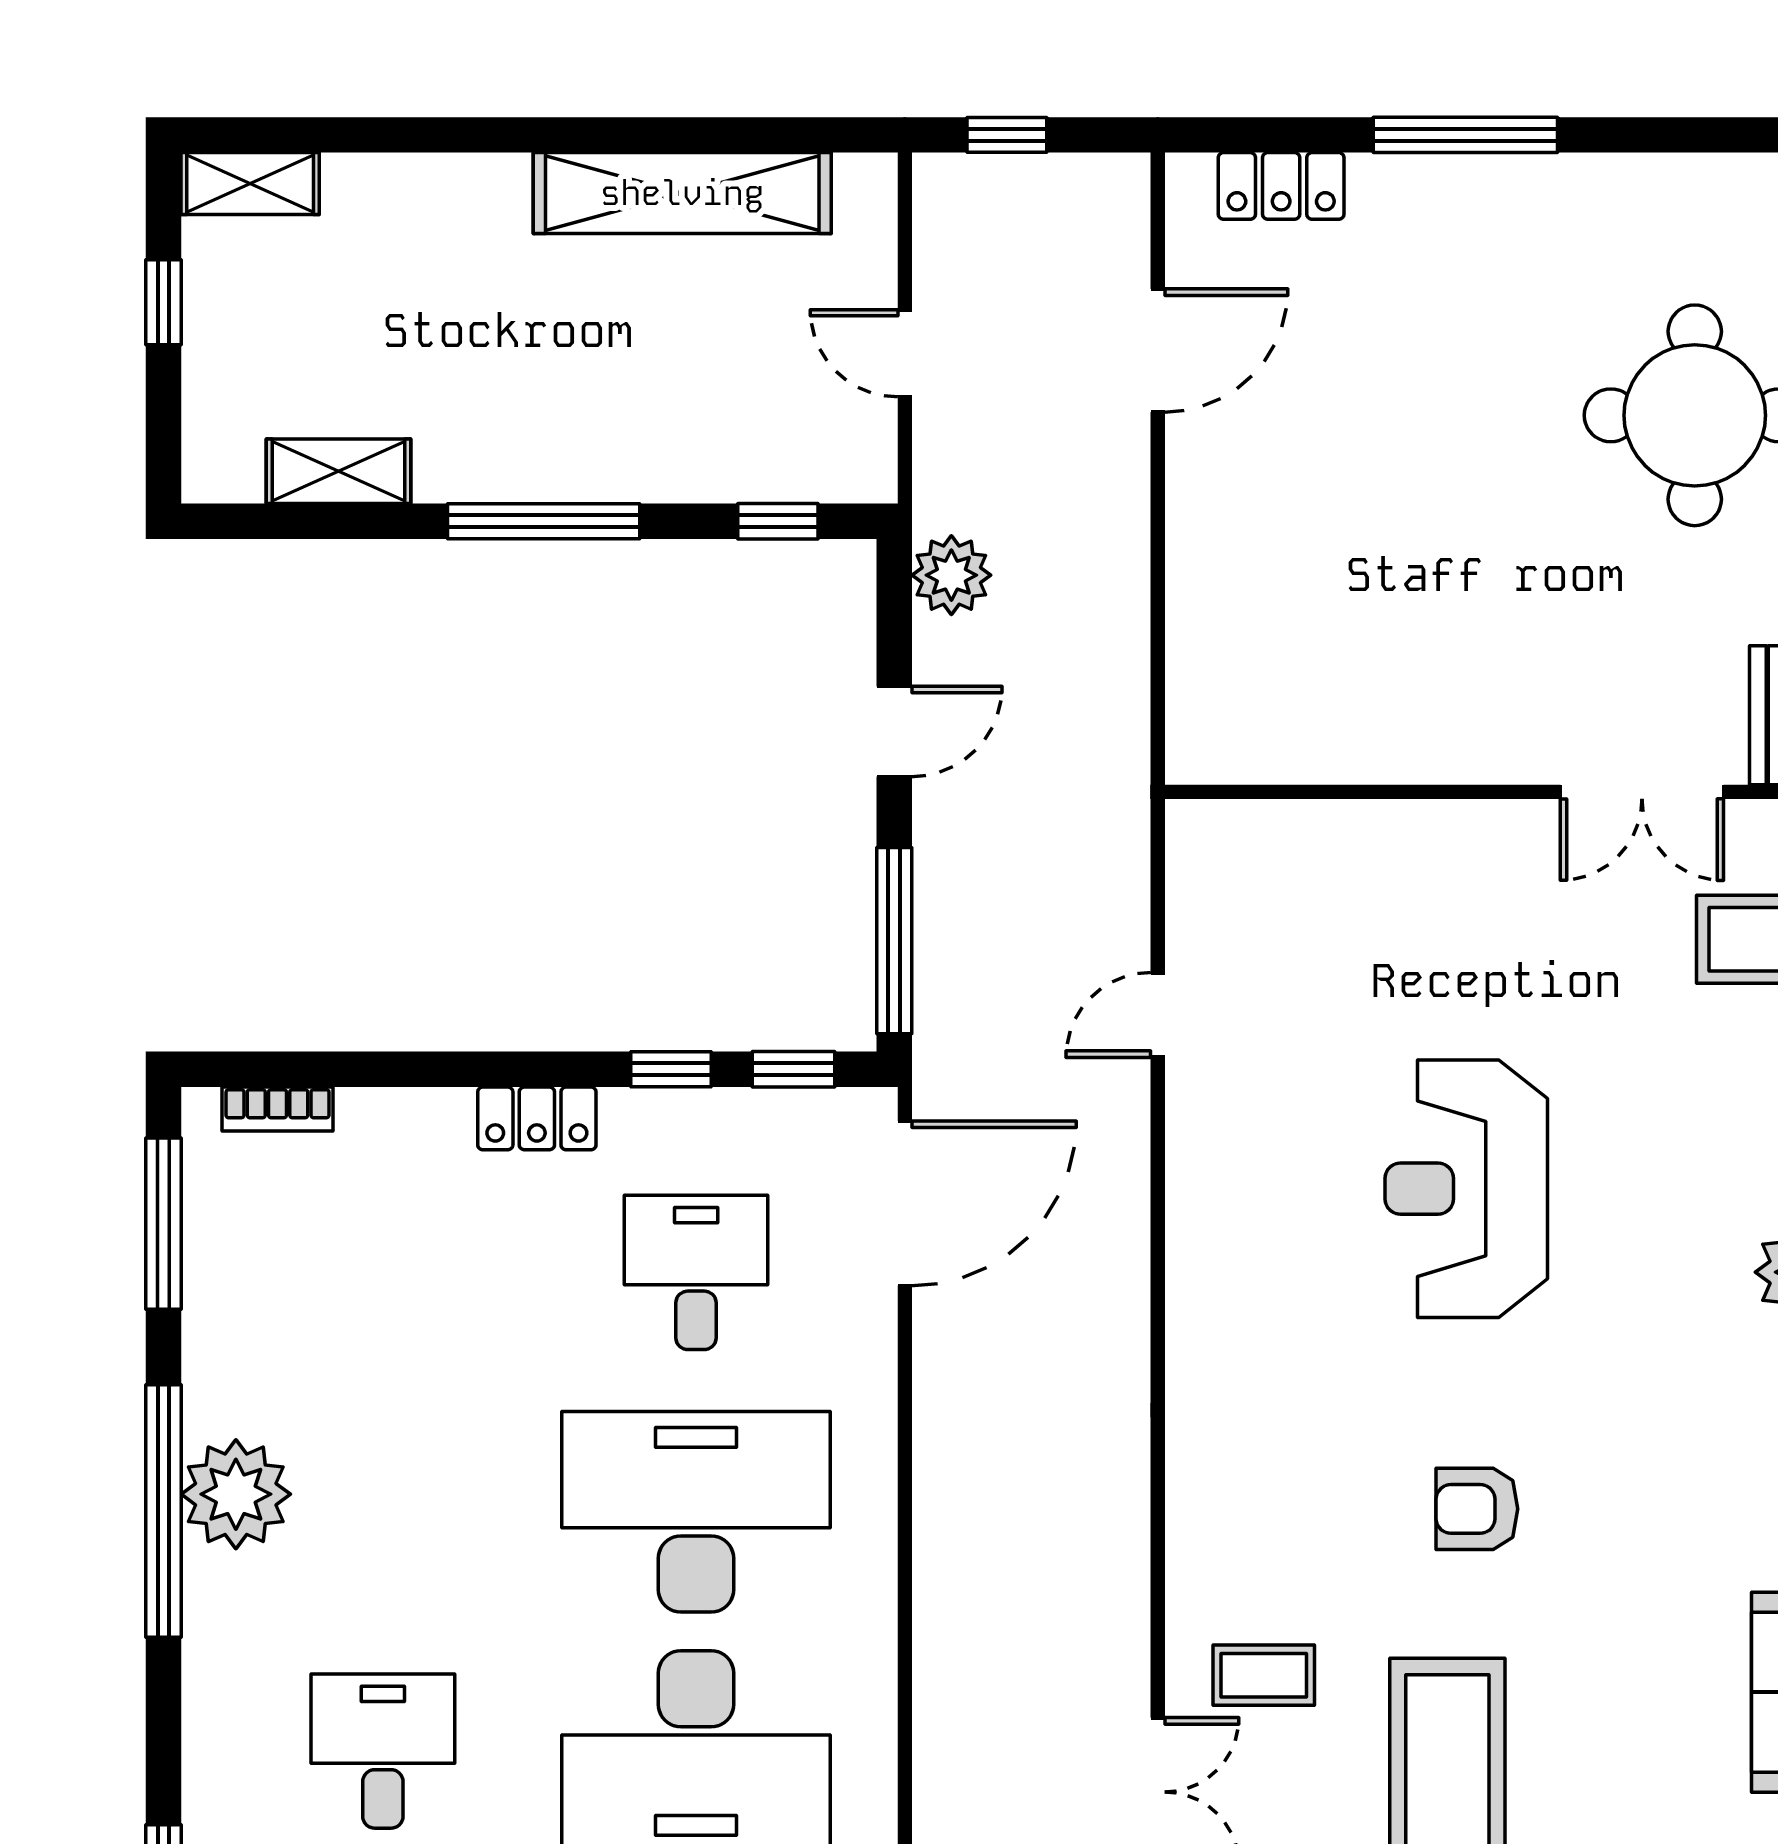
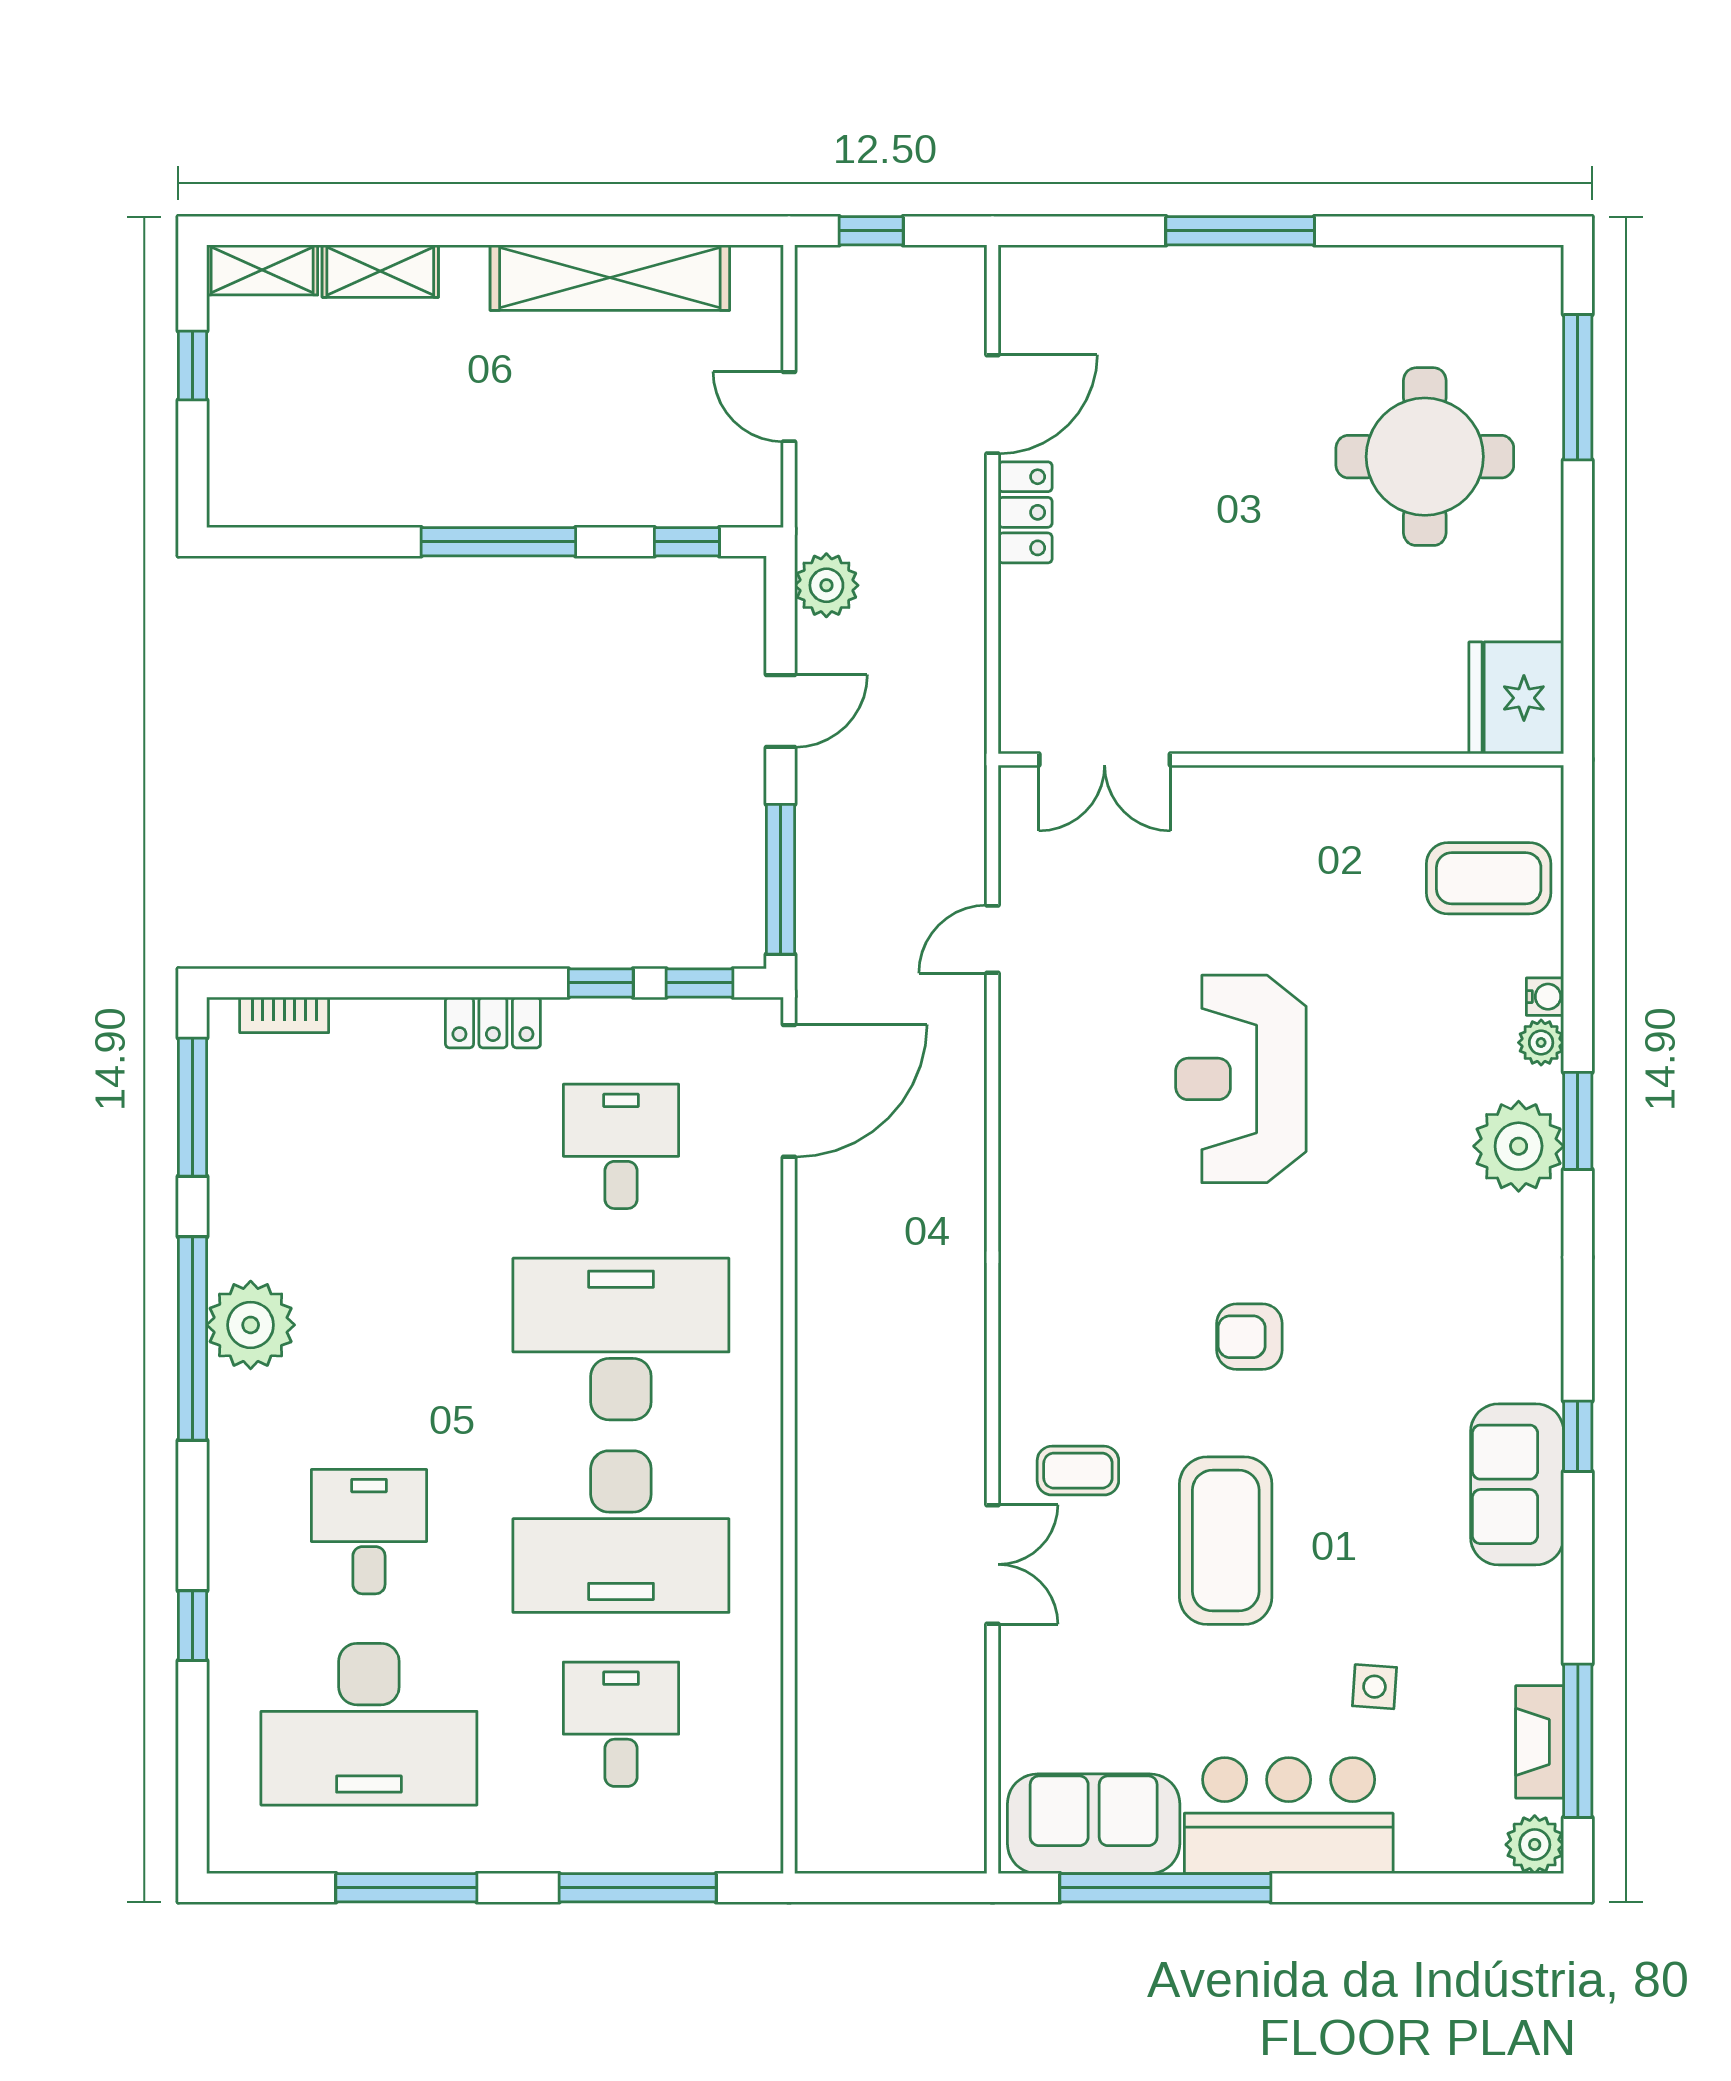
locker: (1281, 186) -> (1025, 512), moved, turned -90
shelving: (339, 471) -> (380, 271), moved
double door: (1642, 792) -> (1105, 760), moved

